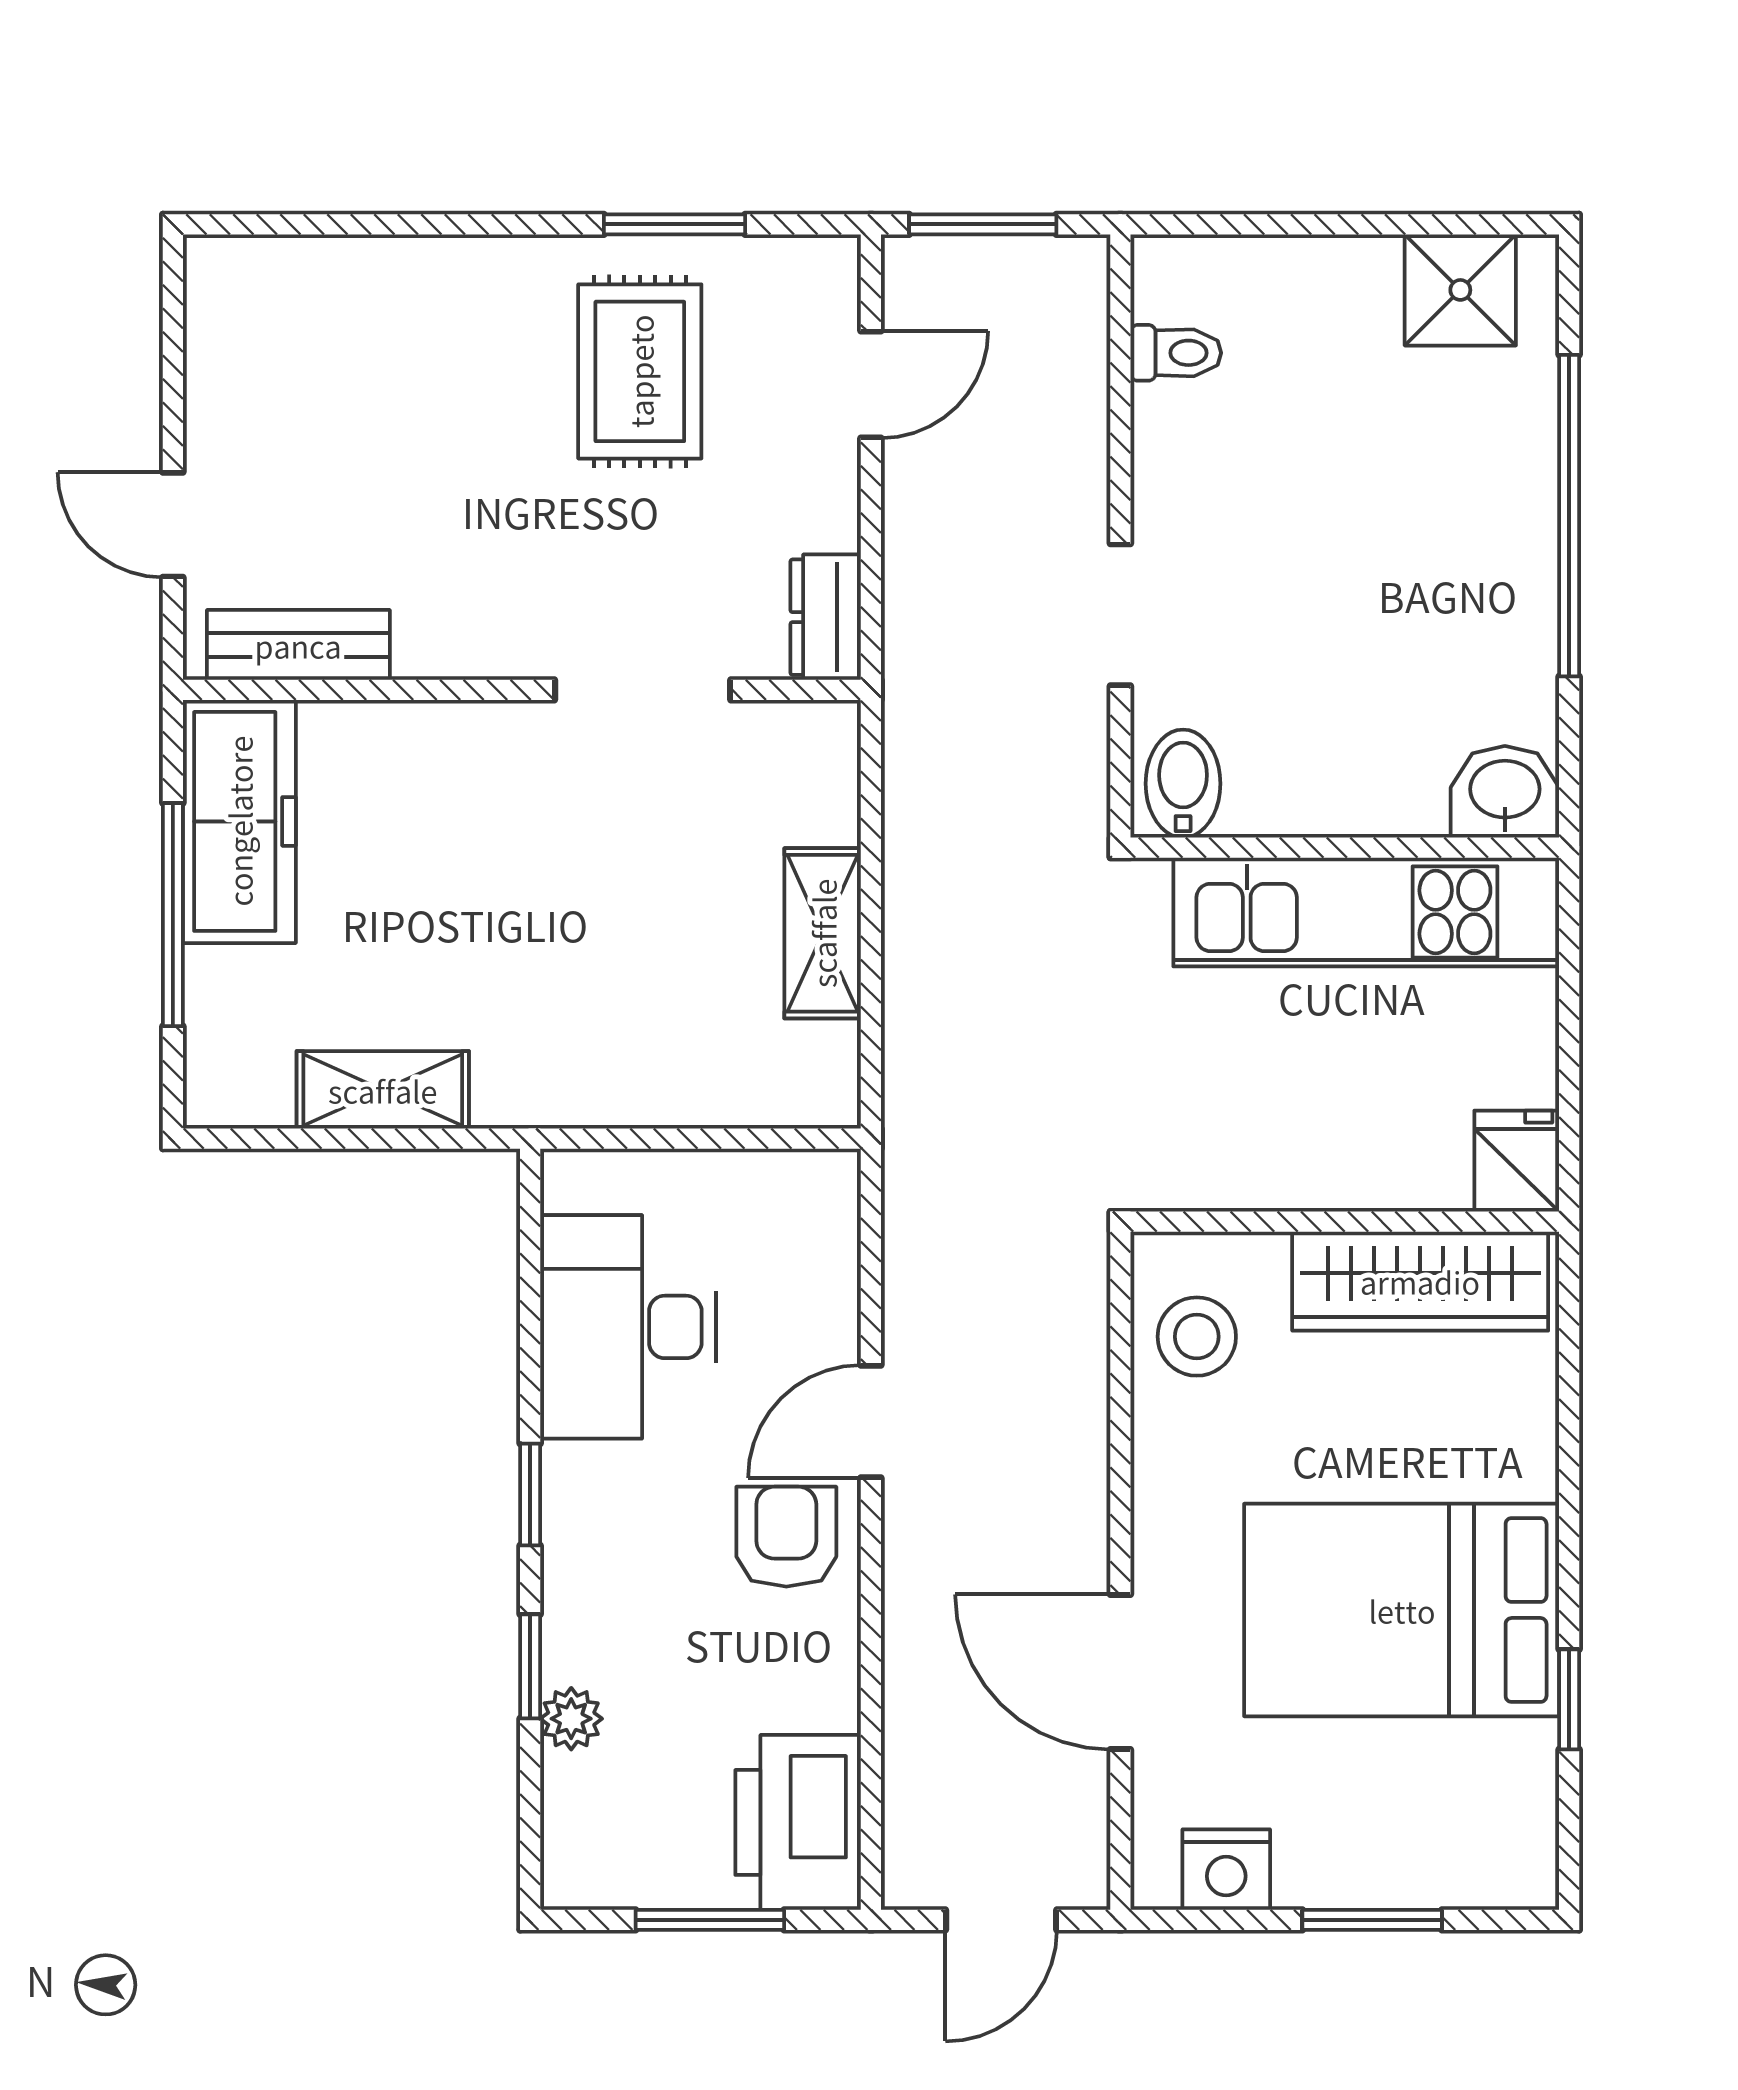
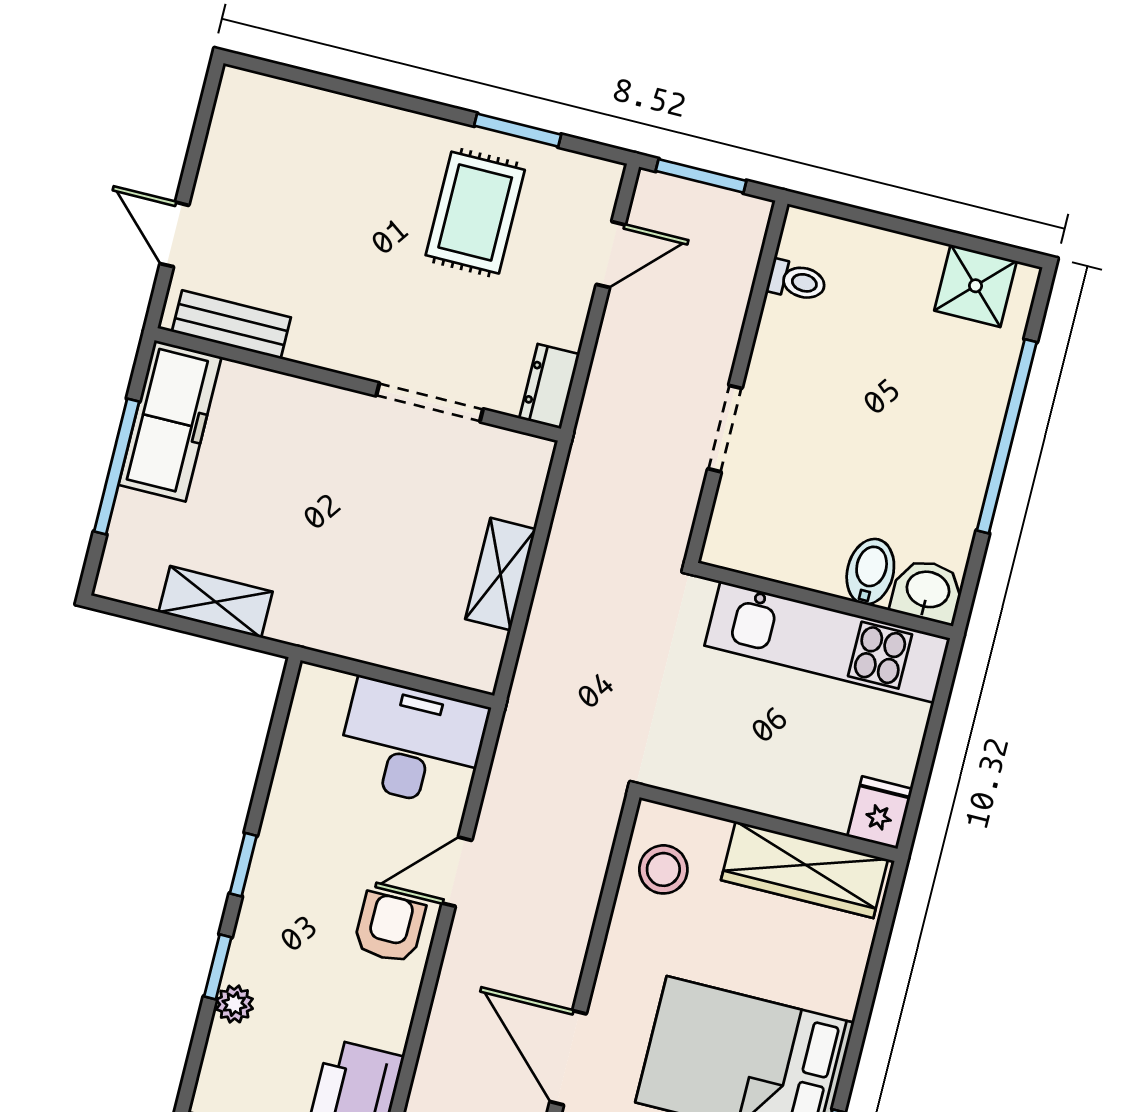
bidet: (1183, 784) -> (870, 572), moved
desk: (628, 1327) -> (412, 743), moved, turned 90

